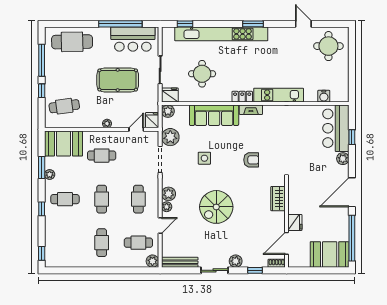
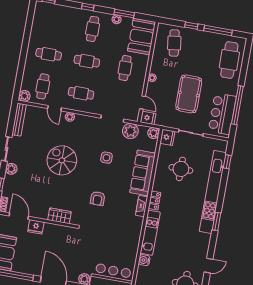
water cooler: (324, 96) -> (144, 260), moved
plant: (168, 194) -> (81, 121), removed

